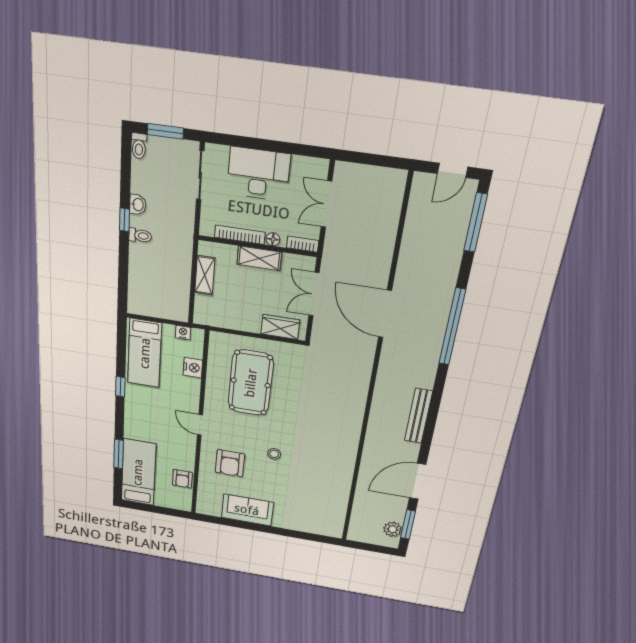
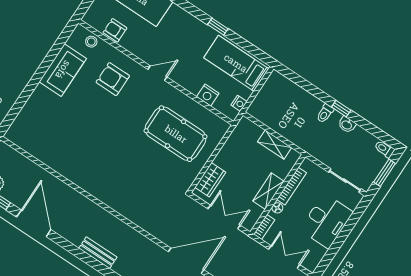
bench: (418, 416) -> (98, 253), width x0.73
stool: (274, 454) -> (91, 42), moved

